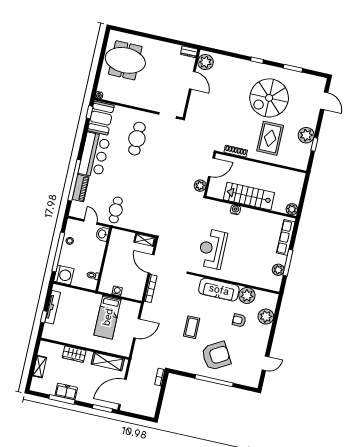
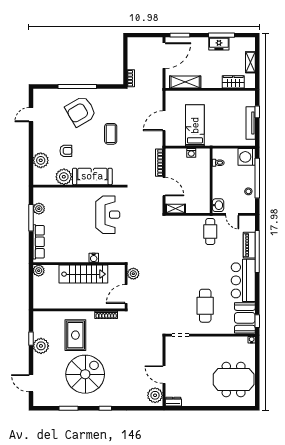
wardrobe: (74, 354) -> (233, 82), moved

